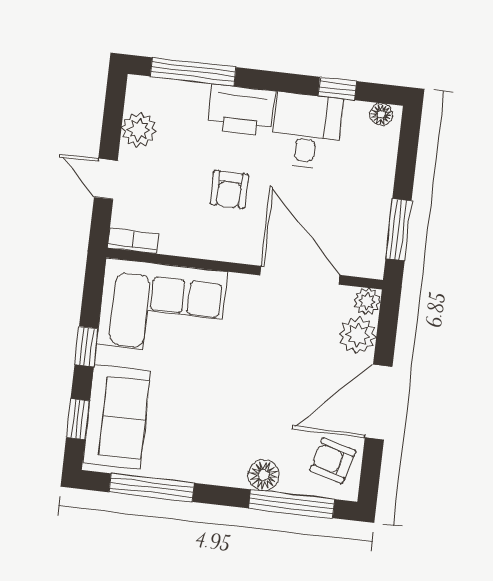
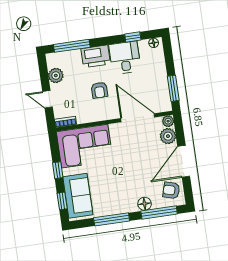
window: (152, 488) -> (112, 219), moved

